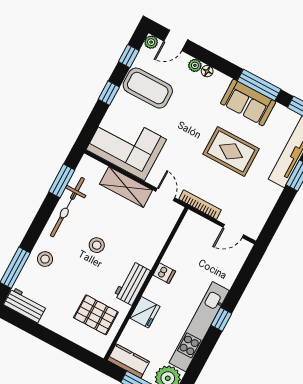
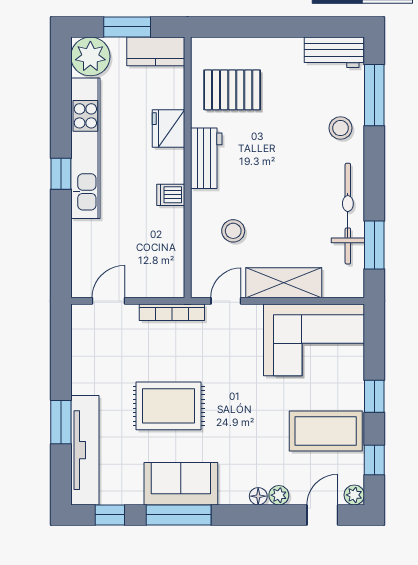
door: (165, 194) -> (226, 301), swing flipped
stool: (97, 245) -> (233, 231), moved

